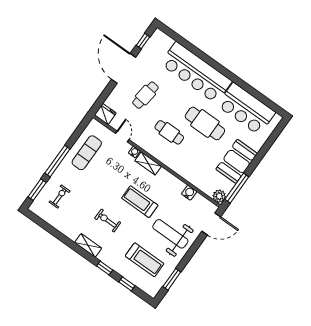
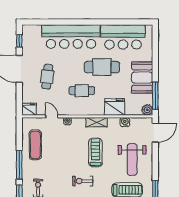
shelving: (148, 163) -> (97, 122), moved
fridge: (190, 171) -> (115, 107), added
treadmill: (140, 202) -> (95, 152), turned 90
weight bench: (170, 234) -> (132, 160), turned -90

